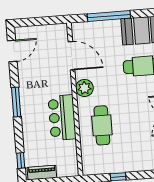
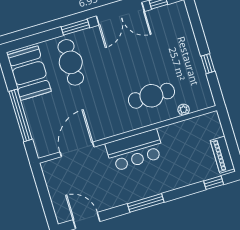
plant: (84, 88) -> (184, 110), moved, width x0.53, depth x0.53
bar counter: (62, 118) -> (135, 150), moved

